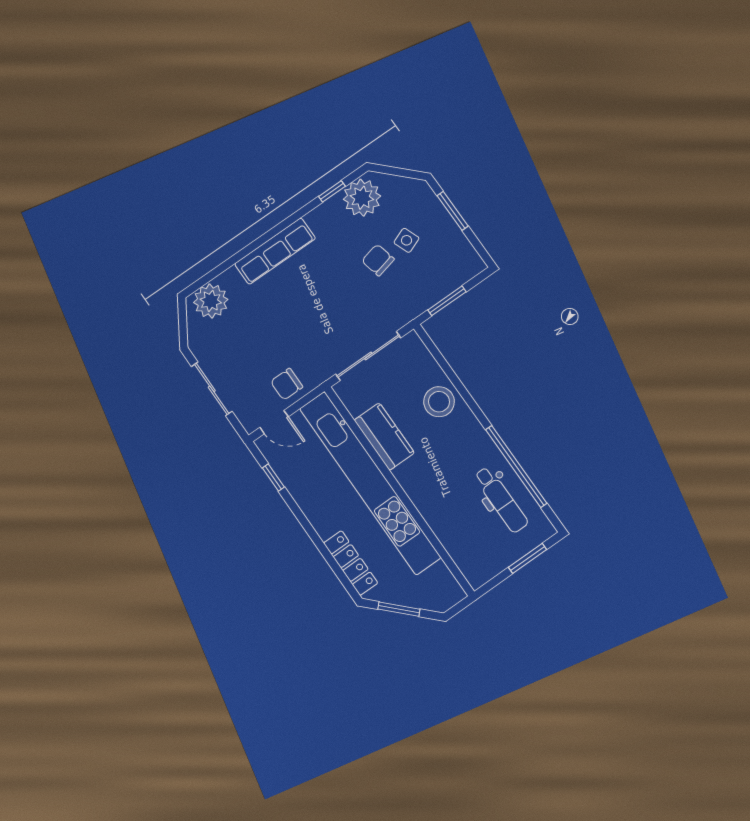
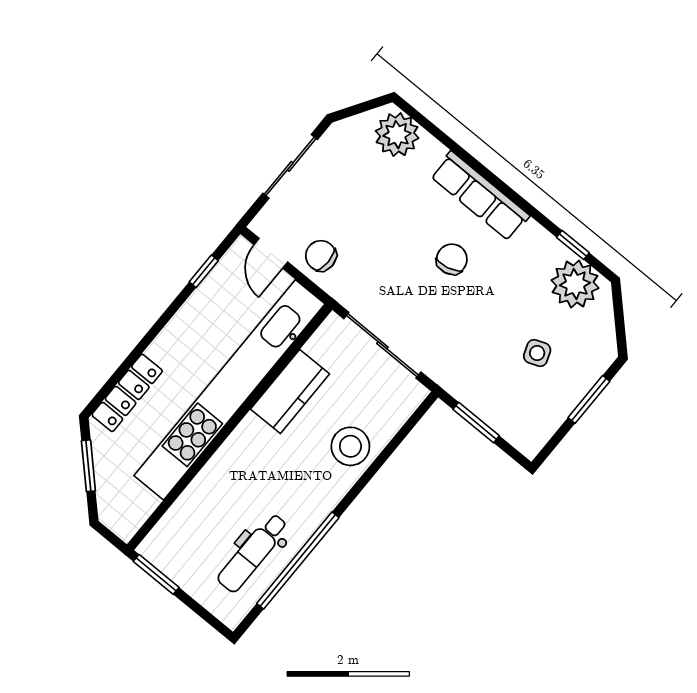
chair: (378, 260) -> (452, 259), moved
window: (528, 558) -> (156, 574), moved

